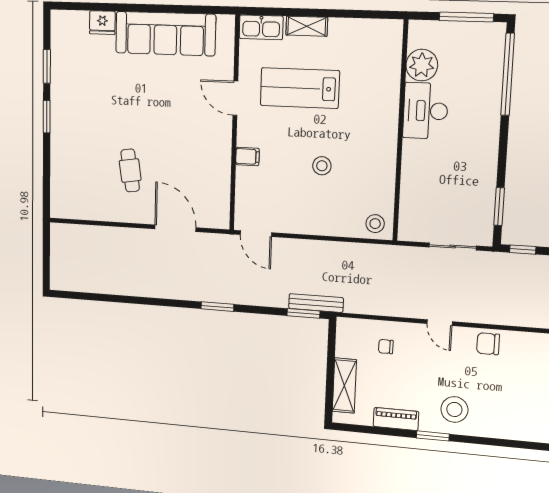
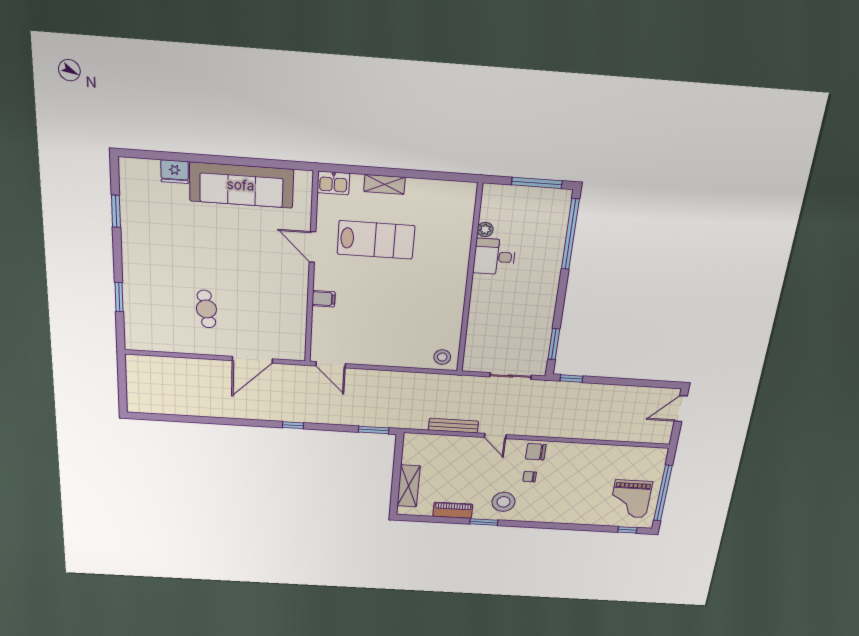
kitchen sink: (261, 27) -> (333, 183), width x0.73
plant: (422, 65) -> (485, 229), width x0.53, depth x0.53
lab bench: (300, 88) -> (376, 240), turned 180
desk: (425, 111) -> (494, 257), width x0.73
window: (47, 117) -> (119, 297), moved
stool: (322, 166) -> (395, 308), removed
door: (175, 228) -> (252, 360), swing flipped
bench: (316, 303) -> (453, 426), moved
window: (217, 307) -> (293, 425), width x0.67
chair: (386, 347) -> (530, 477), moved

